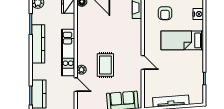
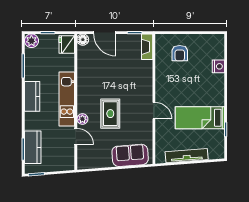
nightstand: (198, 14) -> (218, 66), moved
bed: (182, 40) -> (200, 118), moved
kitchen counter: (38, 44) -> (32, 96), width x0.67

